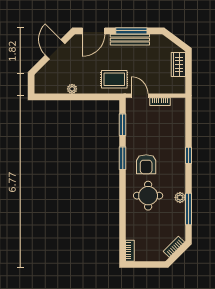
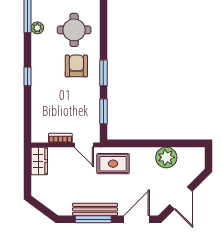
wardrobe: (178, 64) -> (39, 161), moved
plant: (72, 89) -> (166, 157), width x1.88, depth x1.88

